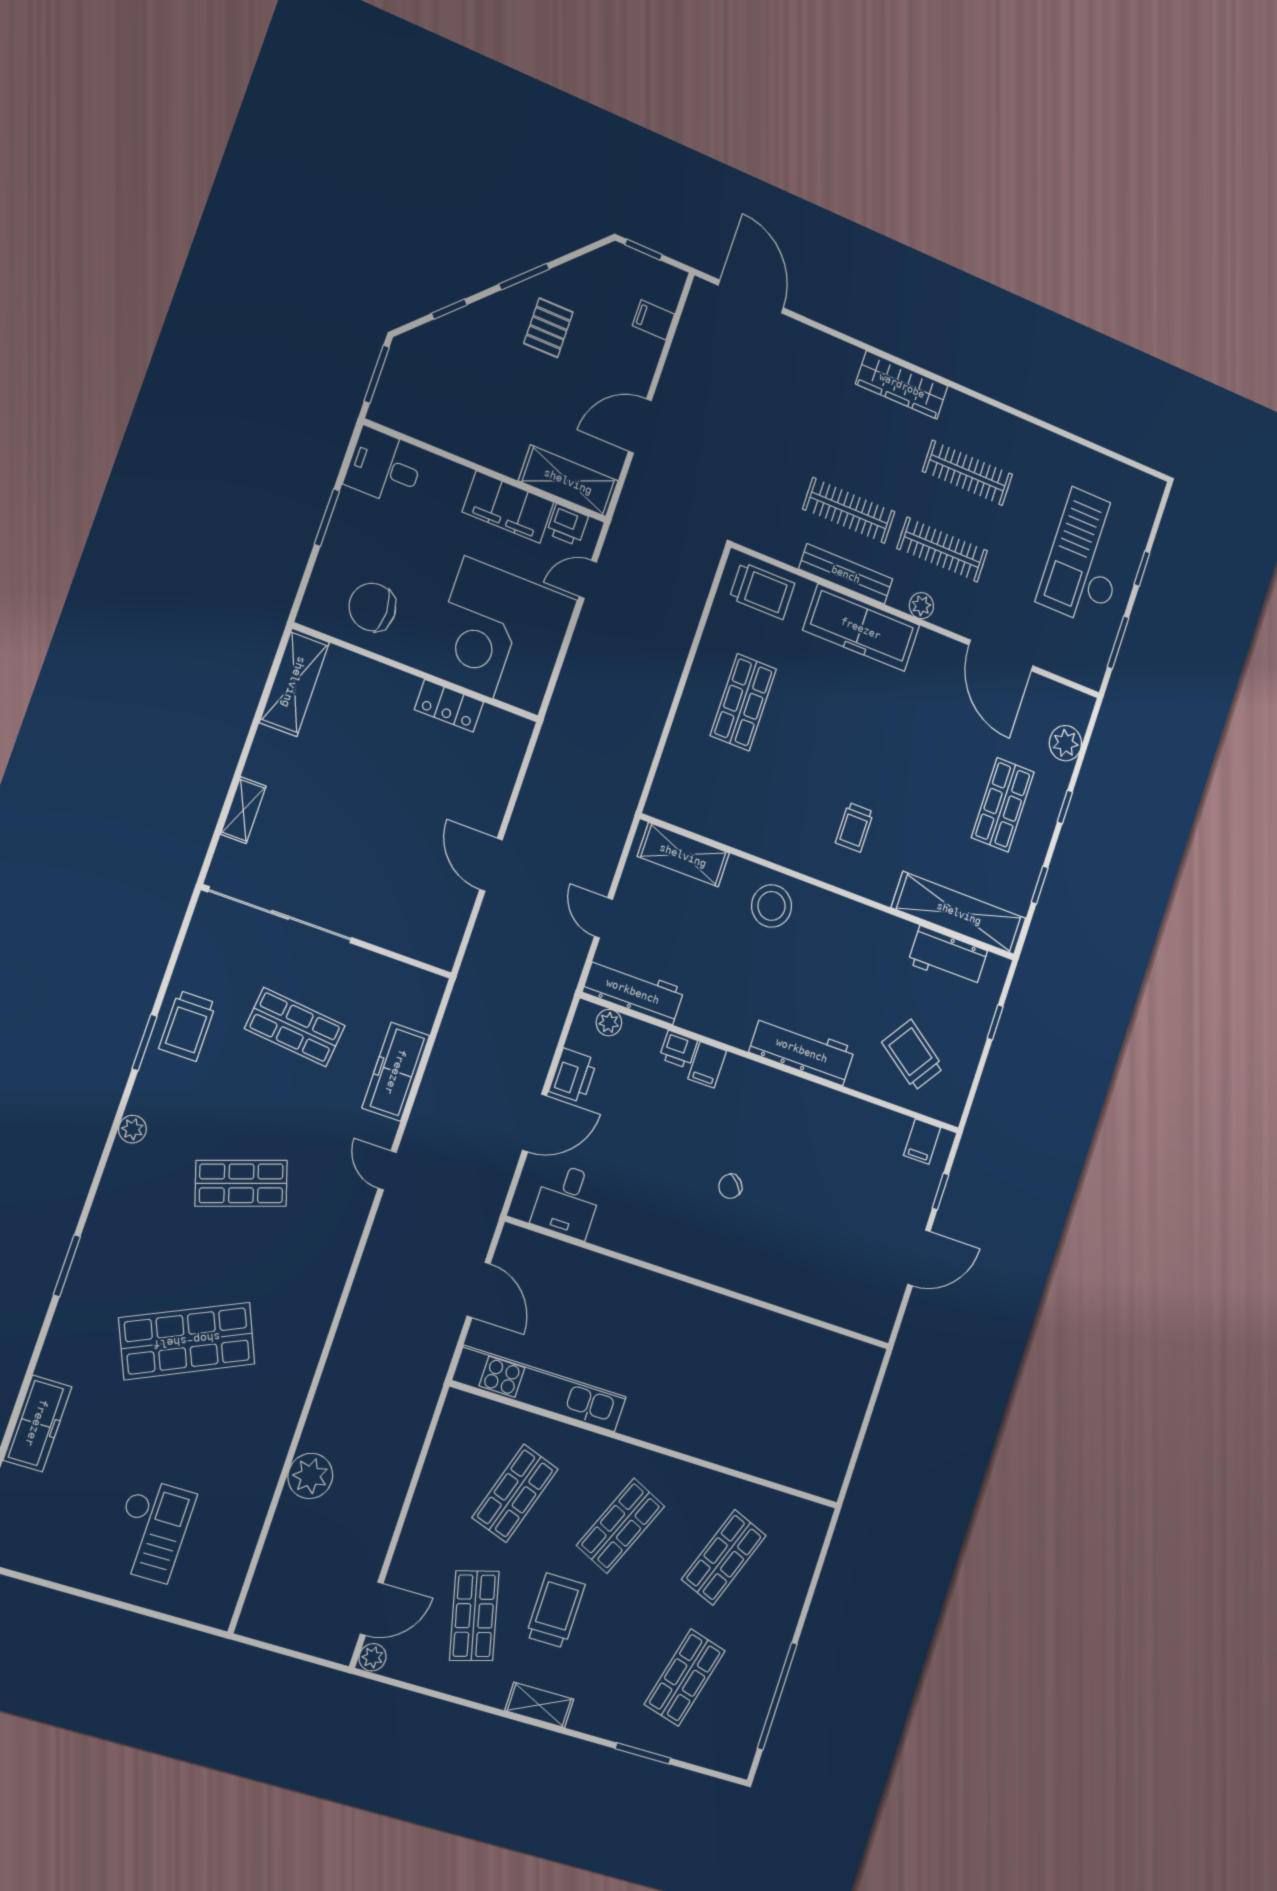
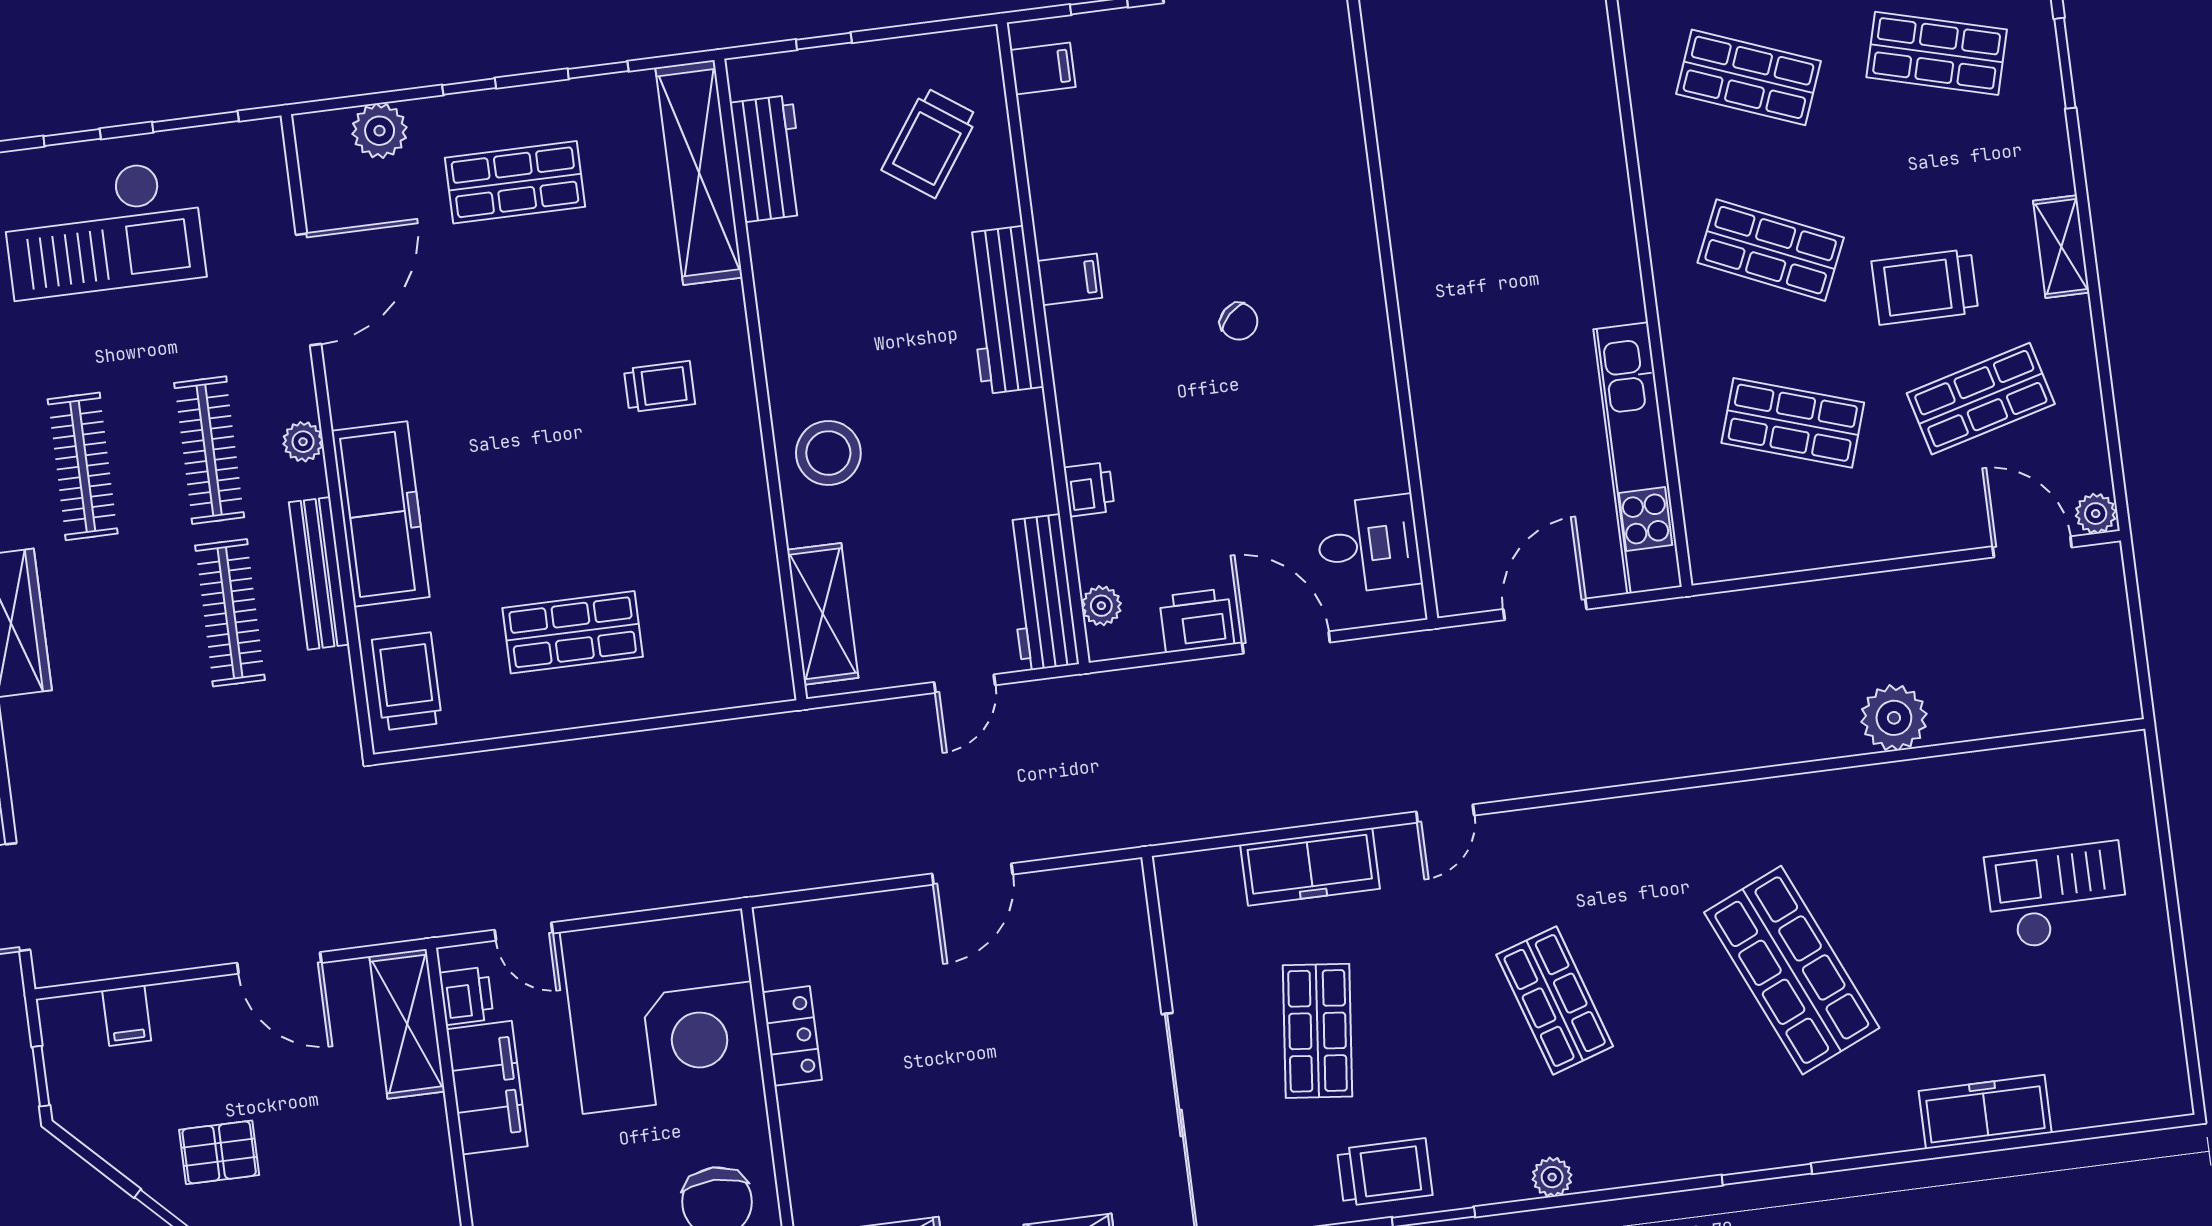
filing cabinet: (707, 1065) -> (1070, 279), moved

